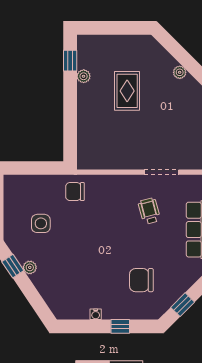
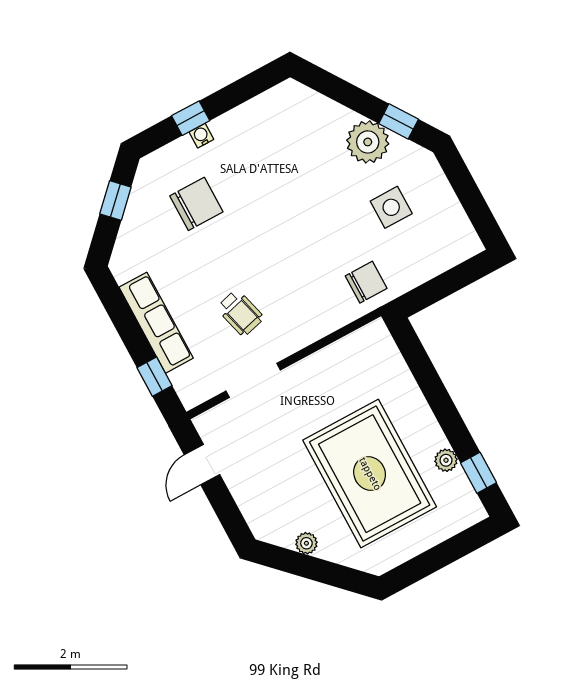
rug: (127, 91) -> (370, 474), width x1.86, depth x2.06
plant: (30, 267) -> (368, 142), width x1.88, depth x1.88
water cooler: (96, 314) -> (201, 136), moved

